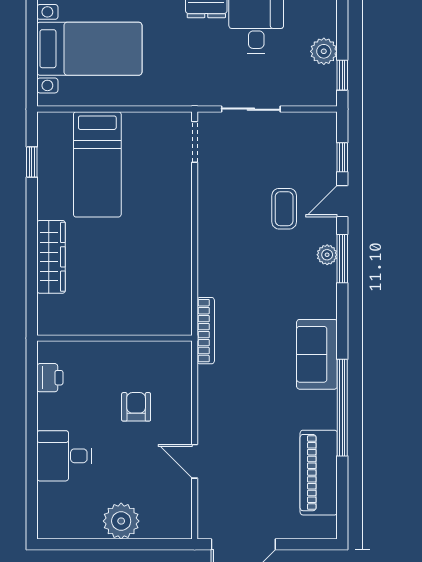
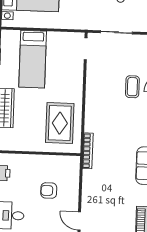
rug: (152, 281) -> (60, 123), added
armchair: (136, 407) -> (49, 191), turned -90

